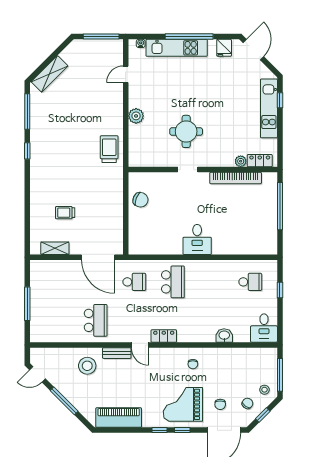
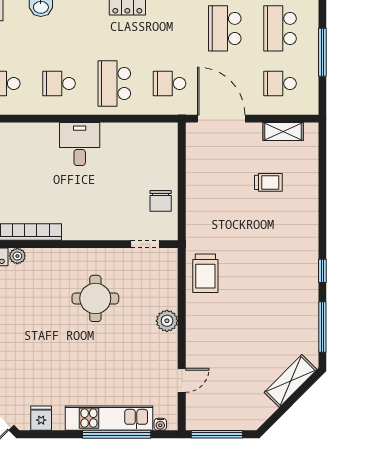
window: (189, 37) -> (117, 434), moved
doorway: (188, 170) -> (145, 244), moved
chair: (141, 200) -> (161, 201), turned -111
school desk: (57, 282) -> (280, 83), added
school desk: (212, 282) -> (59, 83), added
school desk: (57, 320) -> (280, 28), added

